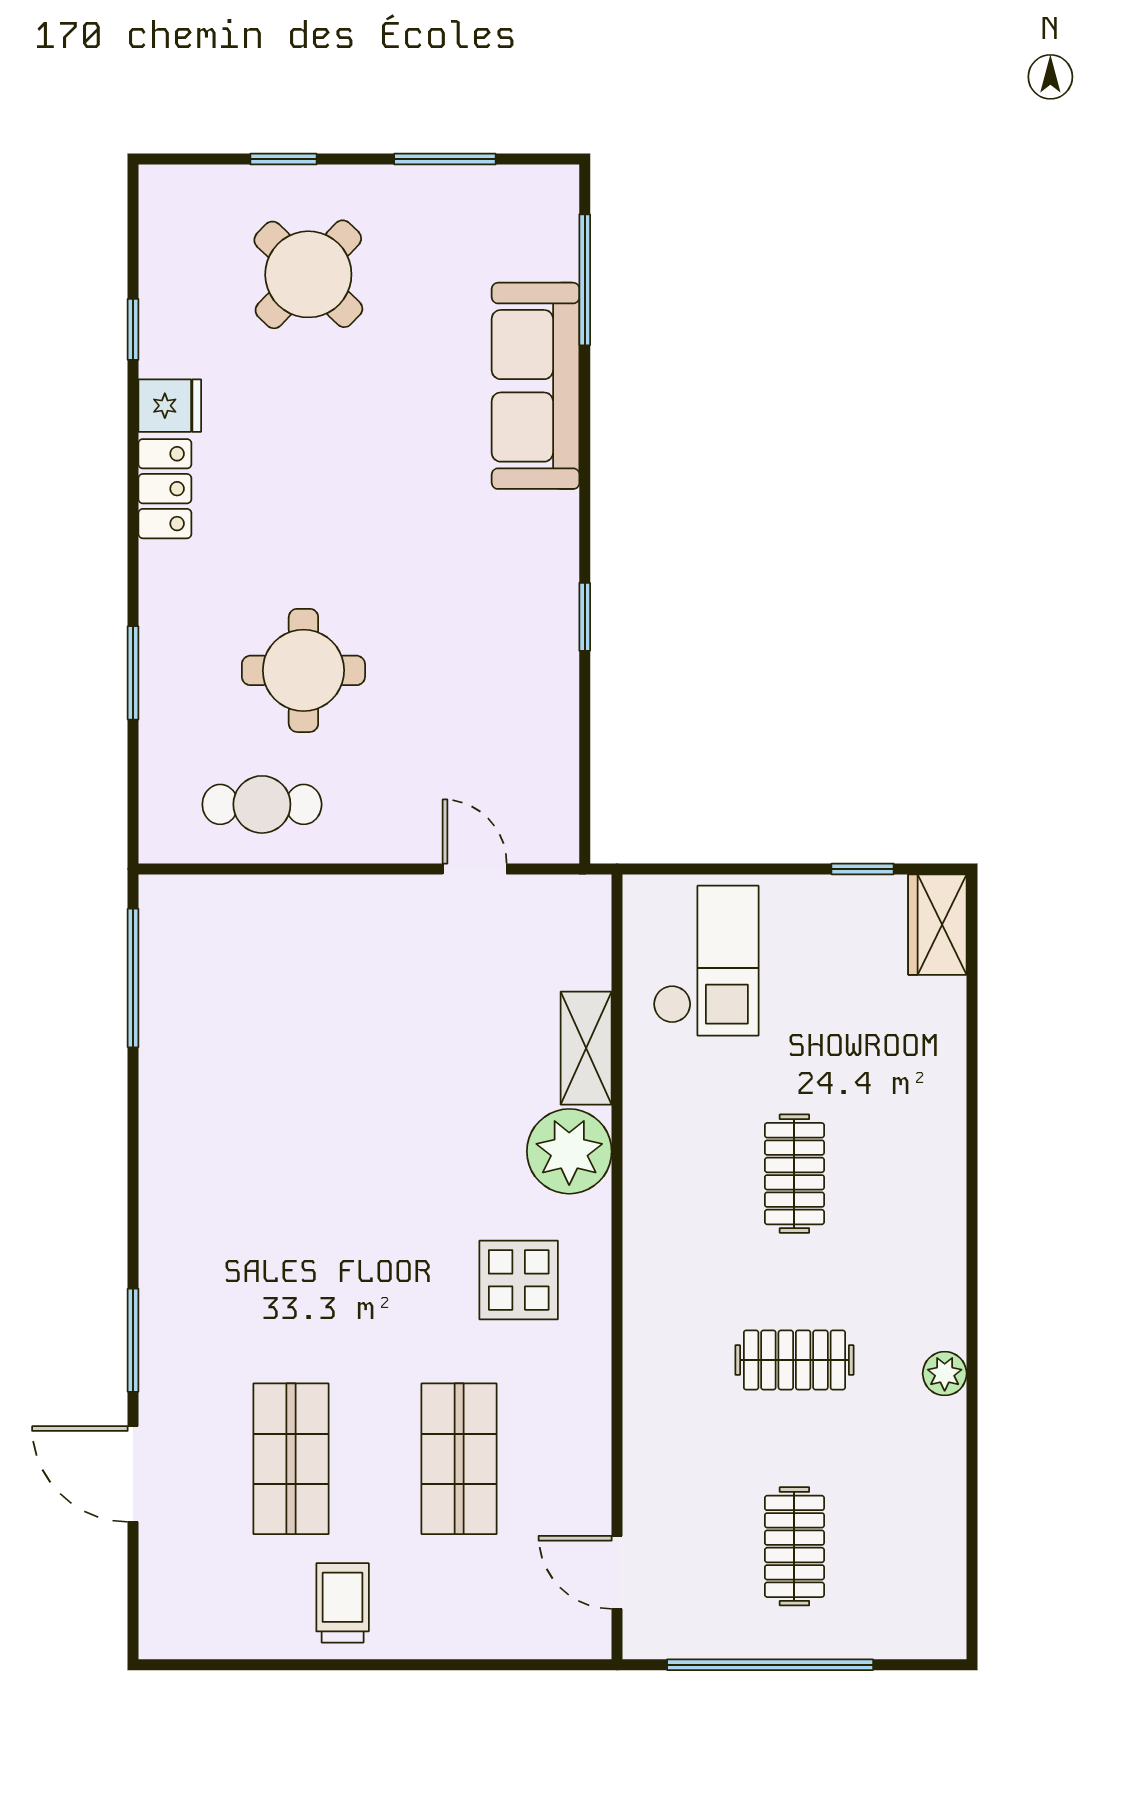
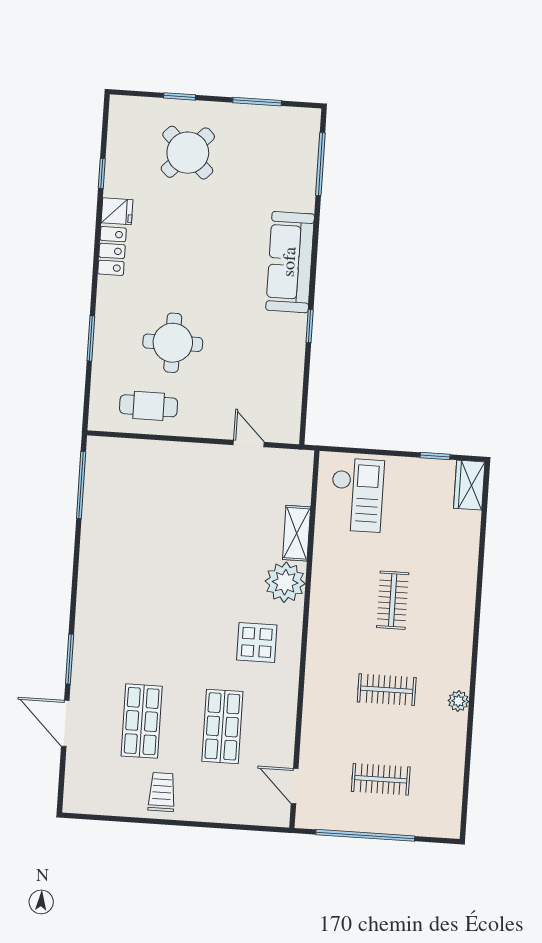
sofa: (536, 386) -> (290, 262), moved
clothes rail: (794, 1546) -> (381, 779), turned 90

